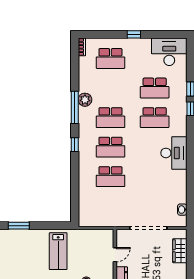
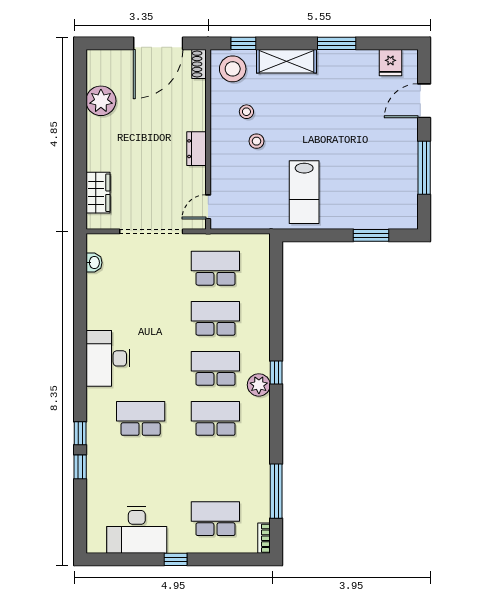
desk: (169, 52) -> (137, 530), moved
school desk: (155, 88) -> (215, 268), moved
plant: (85, 100) -> (259, 385), moved
window: (75, 107) -> (276, 491), moved
lab bench: (58, 251) -> (304, 192), turned 180
door: (115, 255) -> (208, 207), moved

